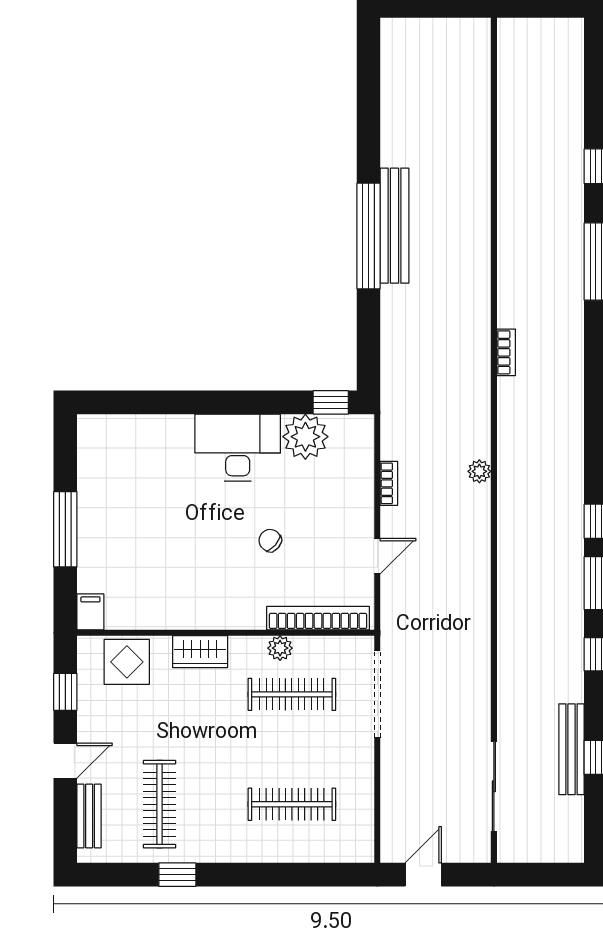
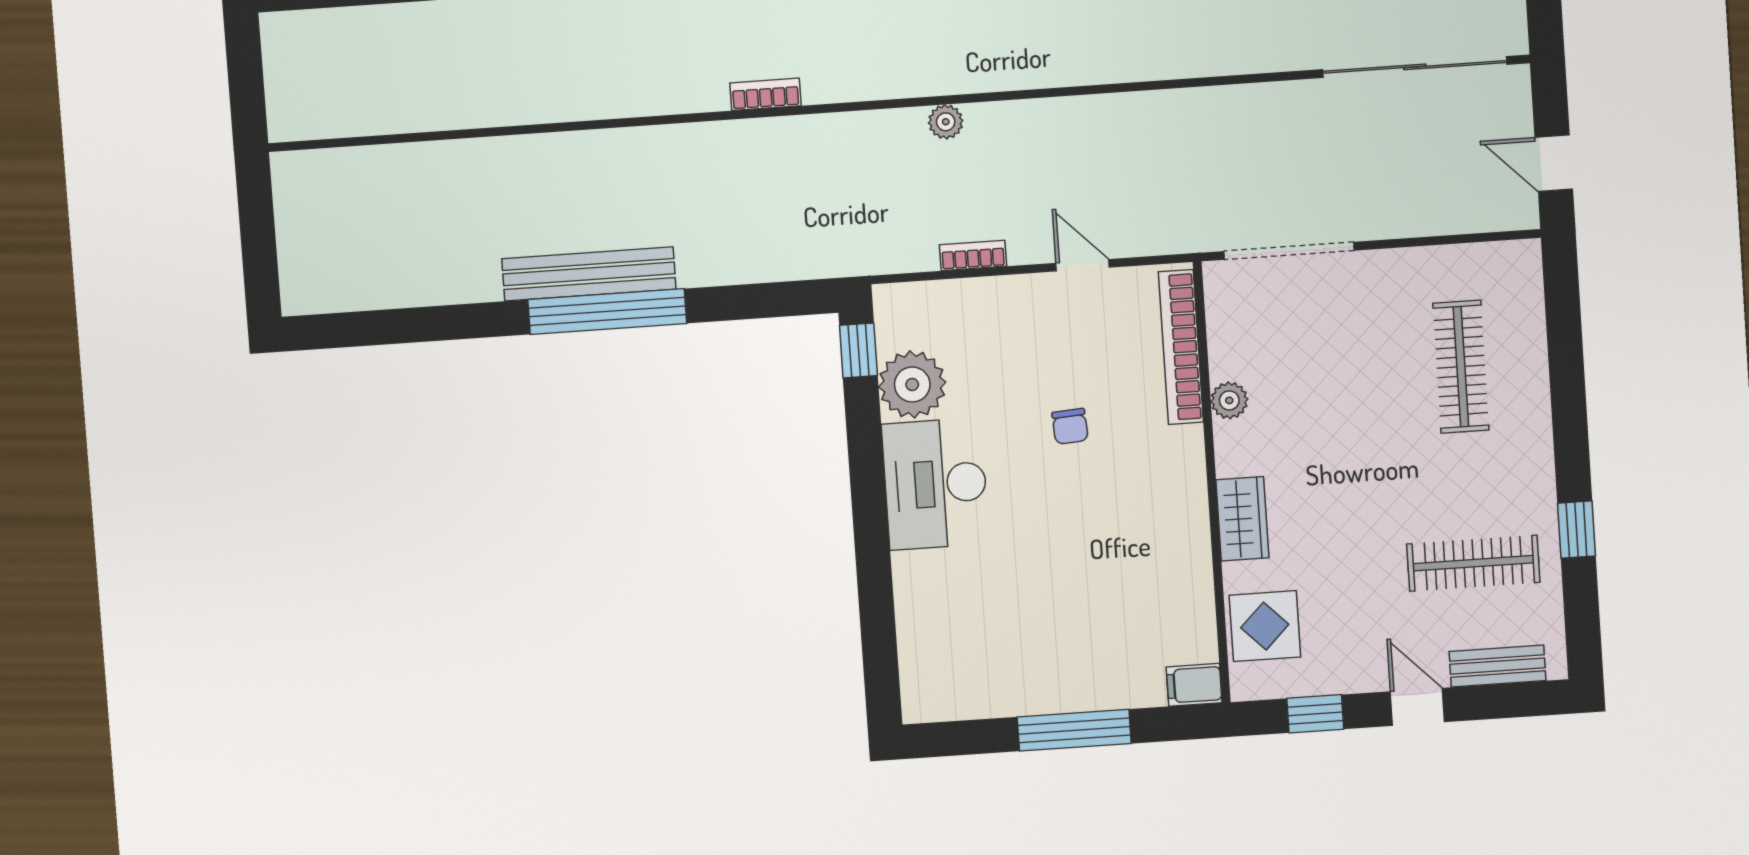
chair: (270, 540) -> (1070, 426), turned -45
clothes rail: (292, 694) -> (1297, 378), removed
sliding door: (494, 786) -> (1415, 67), width x1.36

